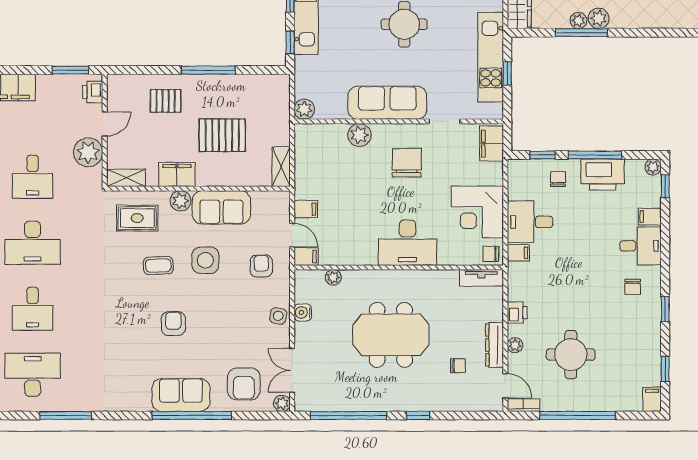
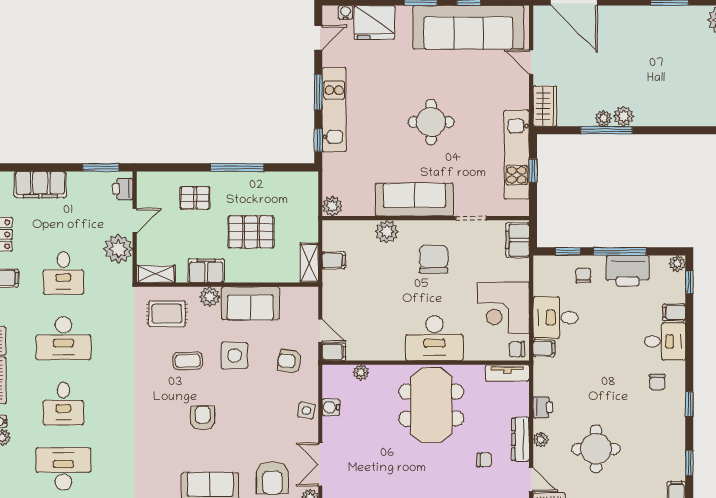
filing cabinet: (306, 209) -> (334, 260), moved
armchair: (261, 266) -> (290, 361), turned -81
meeting table: (391, 335) -> (431, 405), moved, turned 90

